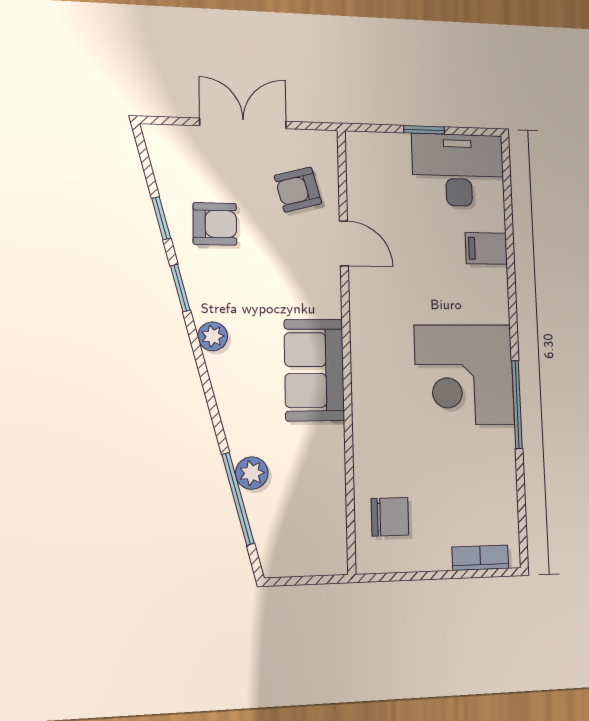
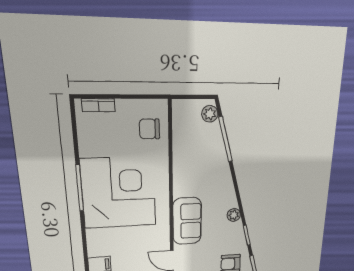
sofa: (314, 370) -> (187, 221), moved
corner desk: (464, 375) -> (119, 193), width x1.36, depth x1.36
plant: (252, 473) -> (210, 114), moved

